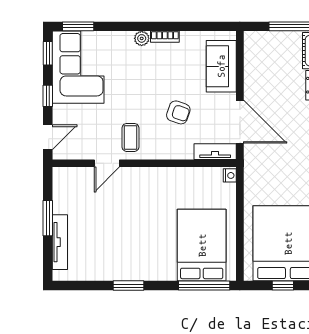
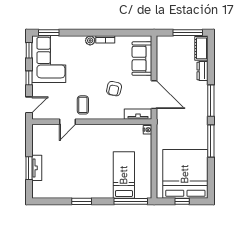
armchair: (178, 112) -> (114, 89), turned 83
window: (48, 218) -> (29, 168), moved
tv unit: (60, 242) -> (37, 168), width x0.71
bed: (202, 245) -> (124, 175), width x0.67

